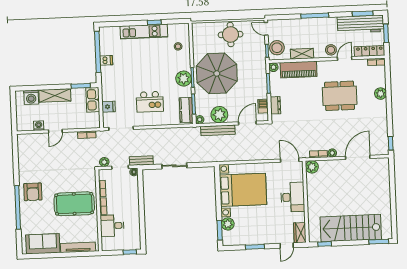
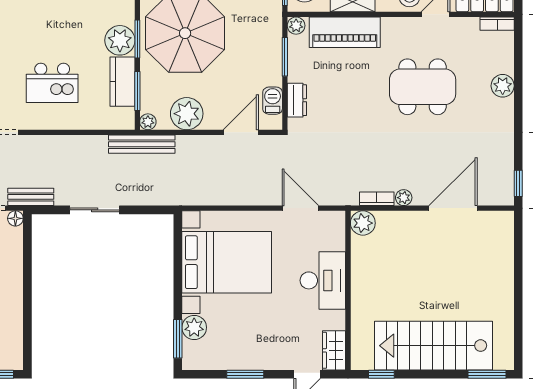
kitchen counter: (186, 110) -> (122, 82), moved
bench: (218, 130) -> (142, 144), moved
door: (290, 160) -> (300, 208), moved

